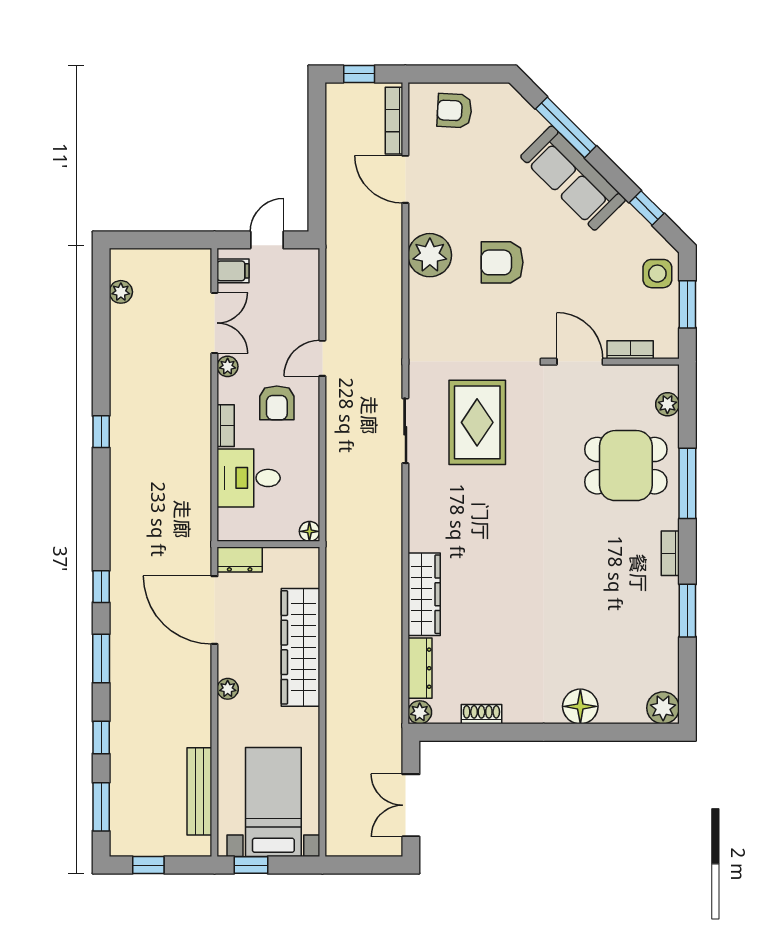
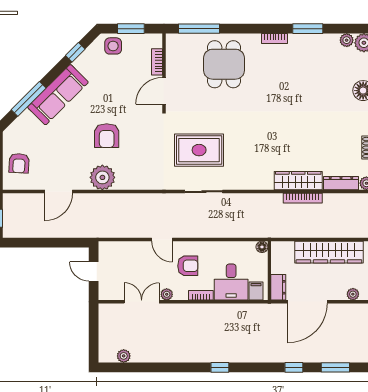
bookcase: (394, 121) -> (303, 198), moved
filing cabinet: (233, 271) -> (256, 291), moved
plant: (667, 404) -> (347, 40), moved
window: (101, 432) -> (220, 367), moved
window: (687, 483) -> (199, 29), moved

